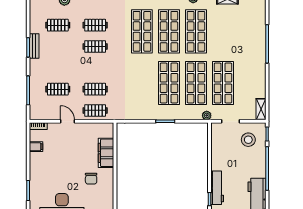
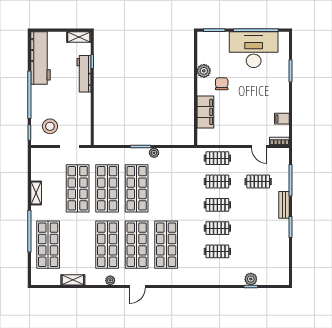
clothes rail: (58, 25) -> (217, 205), moved
shop shelf: (250, 31) -> (48, 245), added
bench: (34, 46) -> (284, 205), moved
shelving: (261, 109) -> (36, 193), moved
plant: (207, 115) -> (154, 153), moved
door: (68, 121) -> (259, 146), moved
plant: (108, 190) -> (204, 71), added

